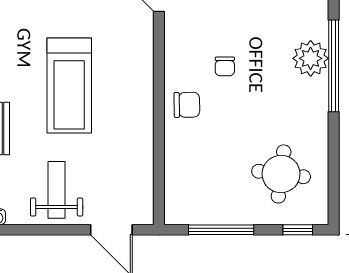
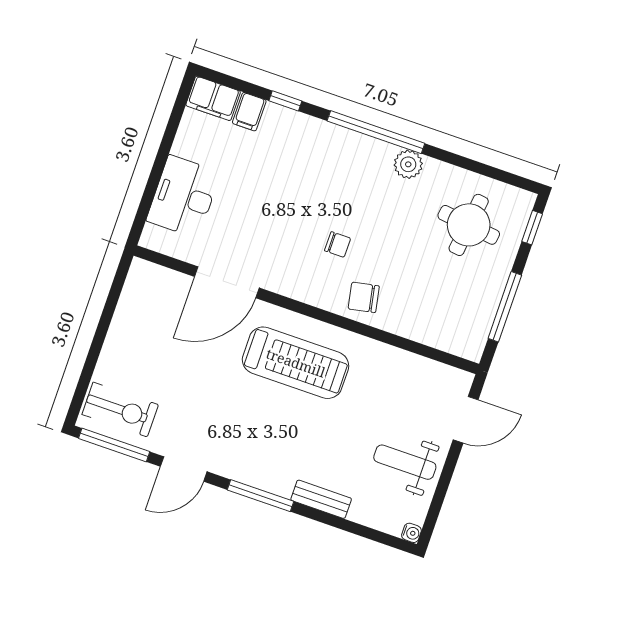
plant: (311, 58) -> (408, 164), moved, width x0.73, depth x0.73
treadmill: (69, 85) -> (296, 363), moved
chair: (187, 105) -> (364, 297), turned -100

